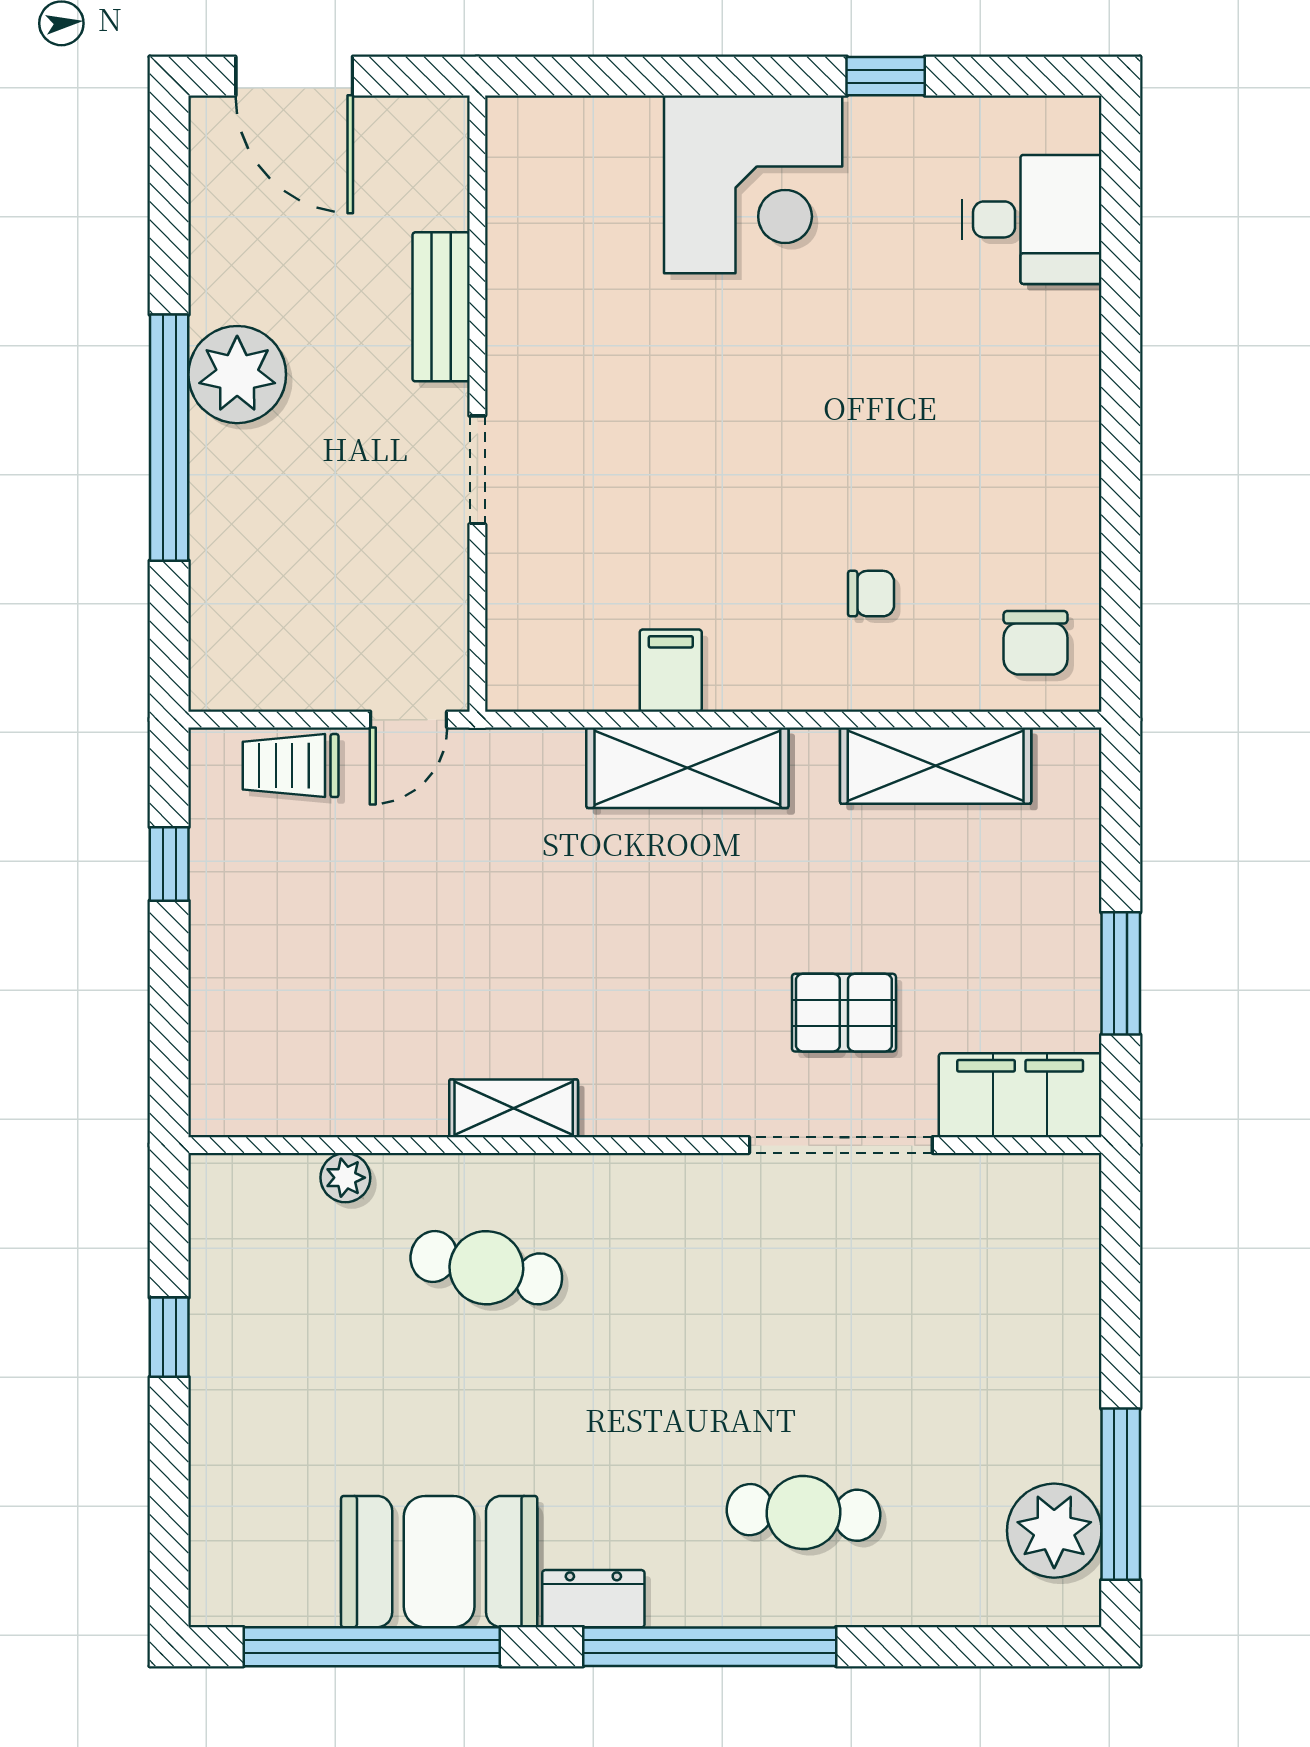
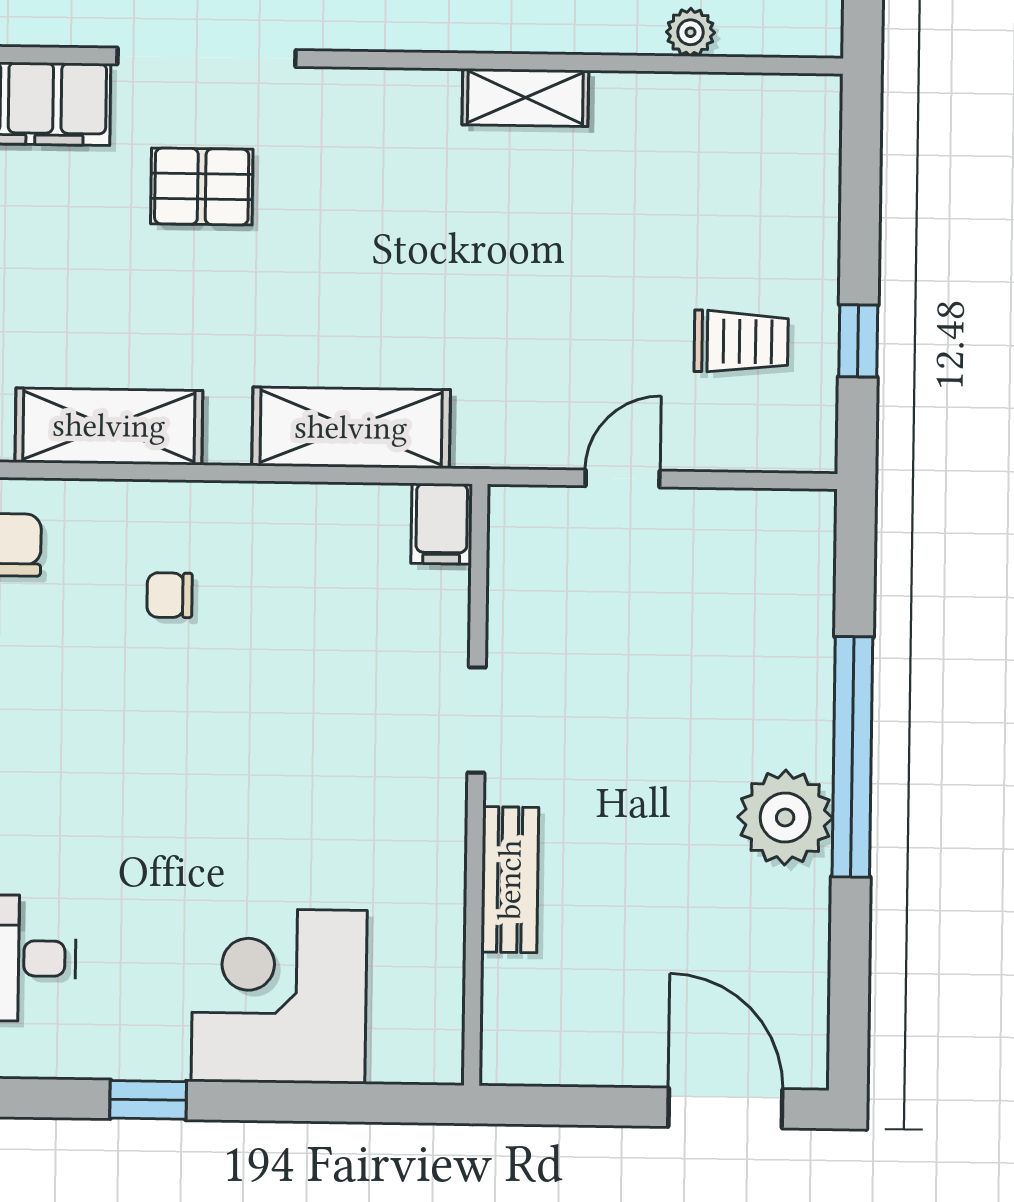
bench: (441, 307) -> (510, 880), moved
wall: (477, 404) -> (476, 785), moved
doorway: (477, 470) -> (477, 720), moved
filing cabinet: (671, 671) -> (442, 524), moved
trolley: (291, 766) -> (741, 341), moved

